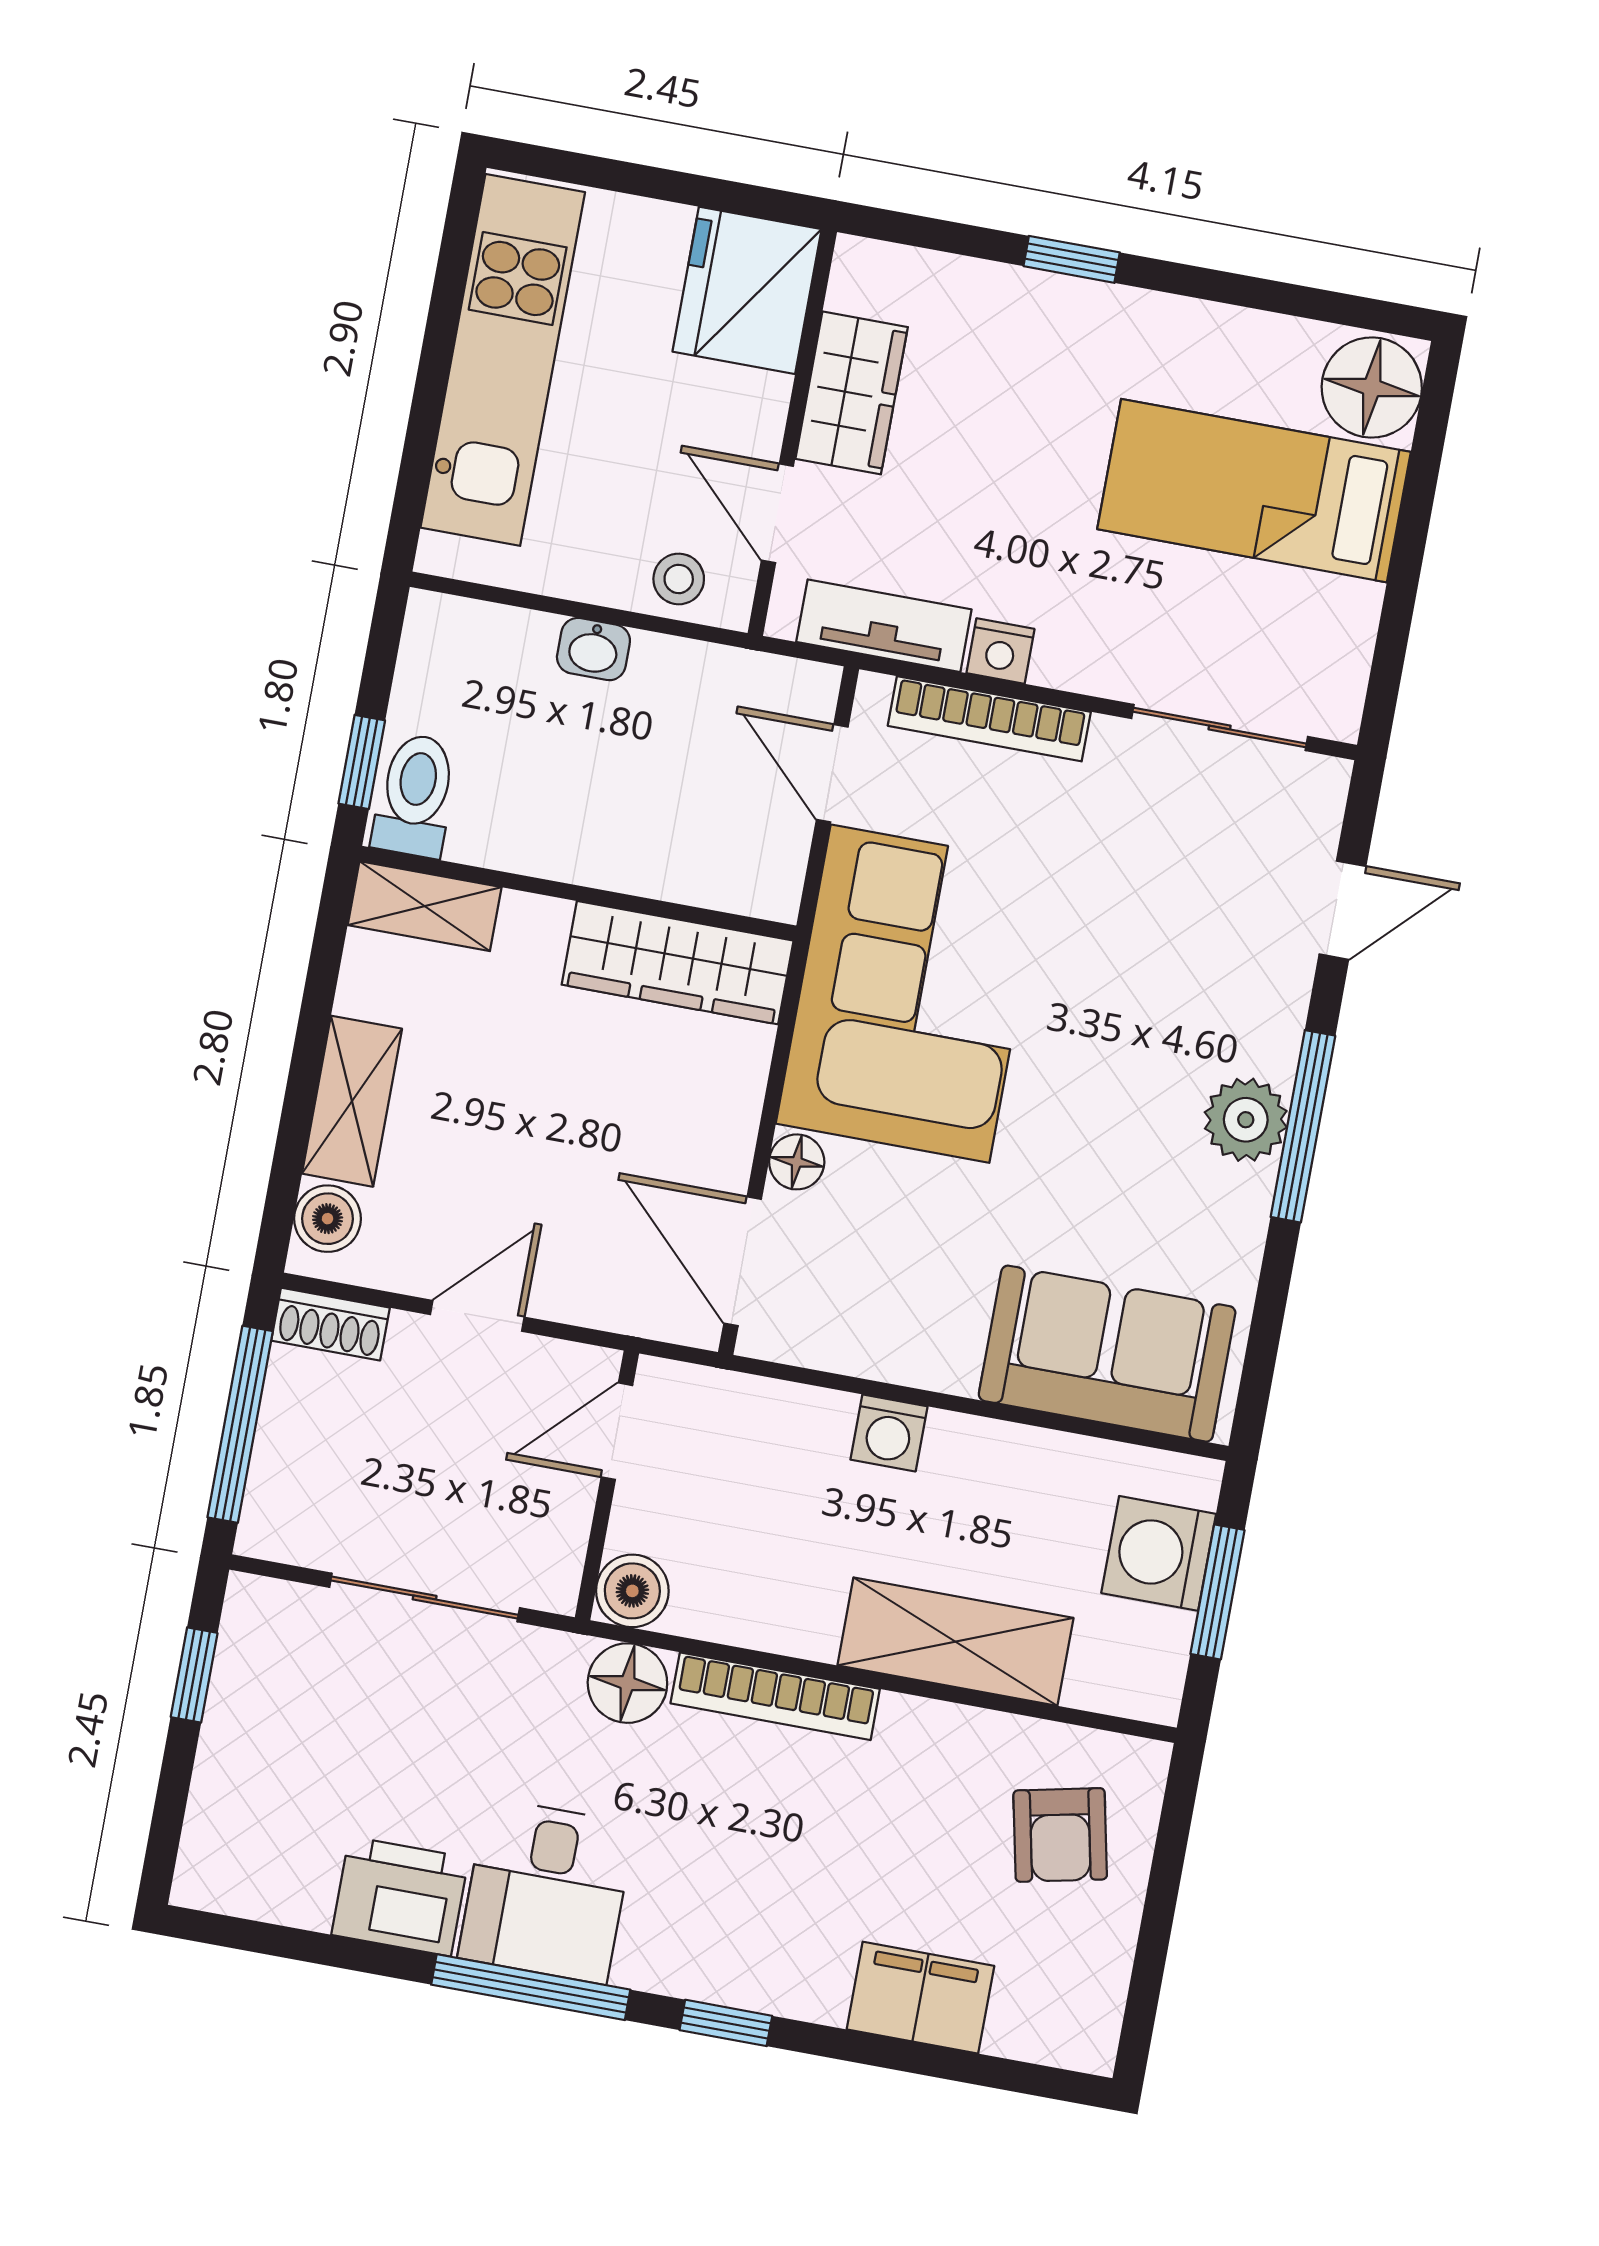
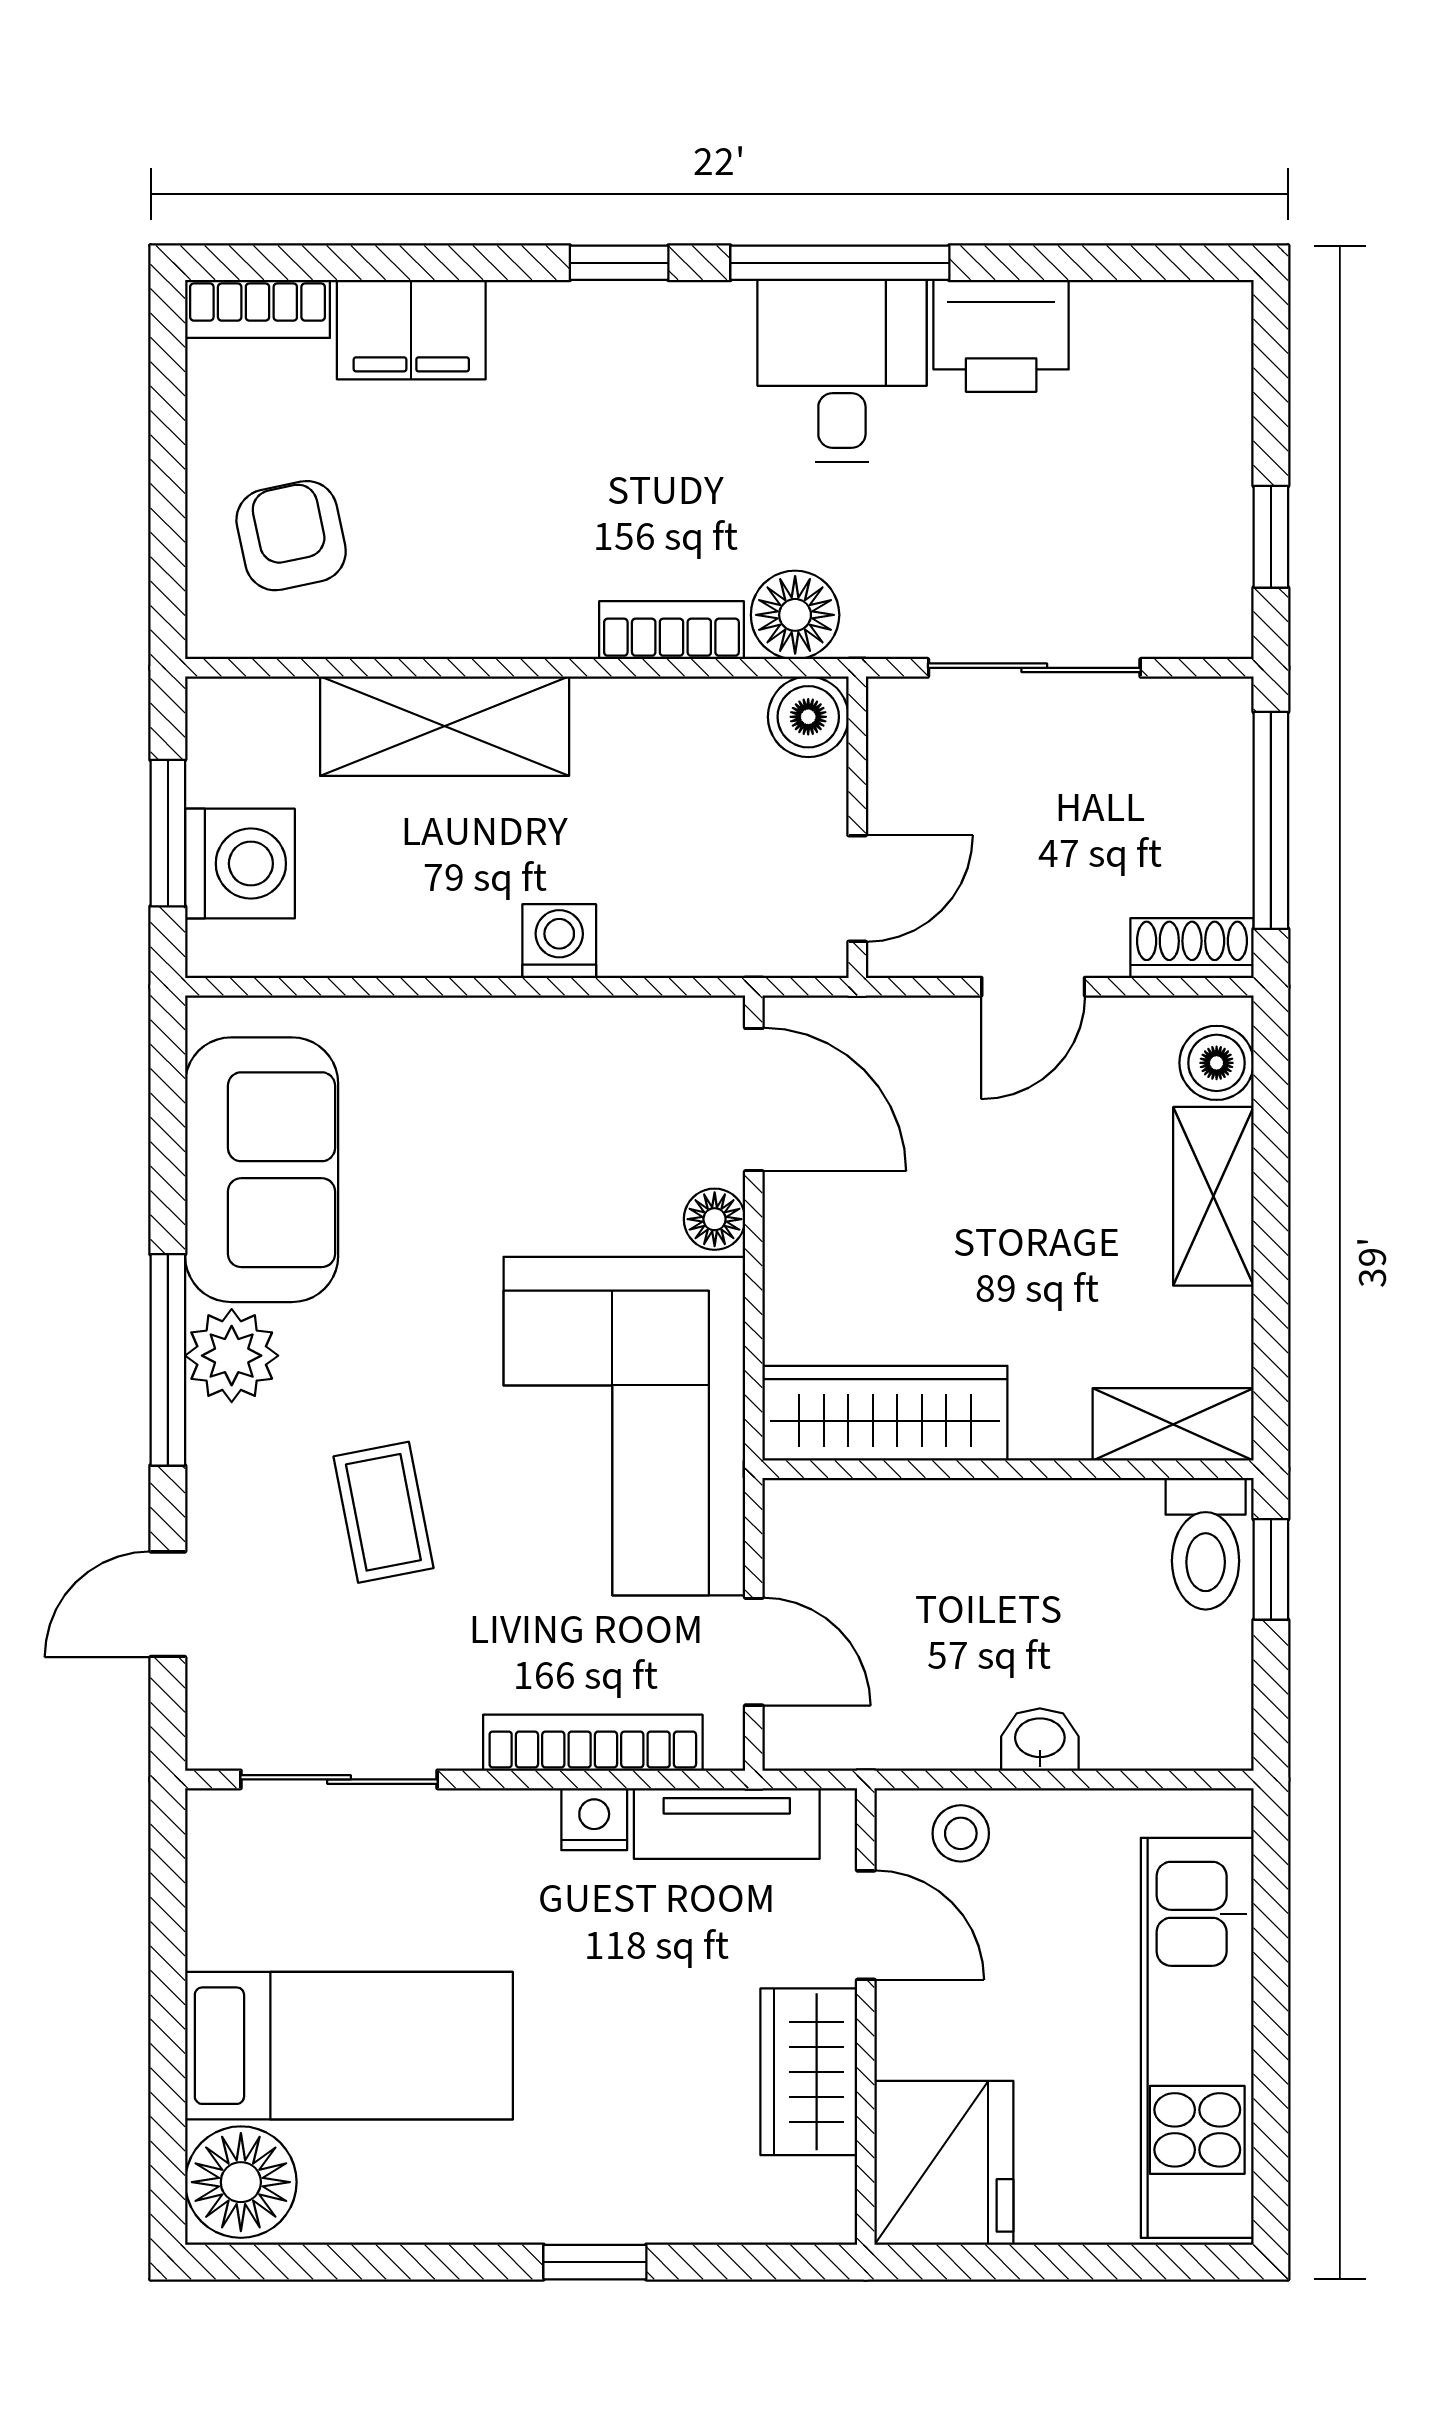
coffee table: (1137, 957) -> (383, 1512), added
sofa: (1107, 1354) -> (262, 1170), moved, turned -90
bookcase: (775, 1696) -> (671, 630), width x0.64
bookcase: (1053, 2041) -> (257, 309), added

